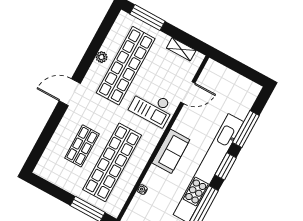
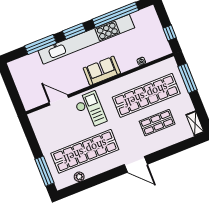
shelving: (181, 49) -> (195, 123), moved
plant: (102, 57) -> (79, 177), moved

